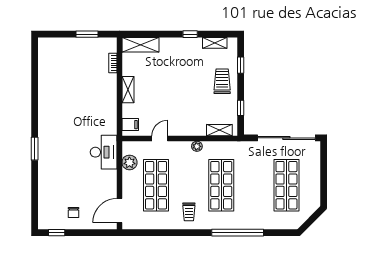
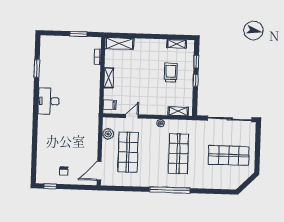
window: (190, 34) -> (158, 36), removed
trolley: (222, 81) -> (171, 73), moved
window: (241, 108) -> (196, 80), moved
window: (35, 149) -> (37, 68), moved
desk: (104, 152) -> (49, 101), moved, turned 180
shop shelf: (286, 185) -> (229, 155), turned 90
trolley: (189, 212) -> (153, 173), removed
window: (238, 233) -> (170, 190), moved

